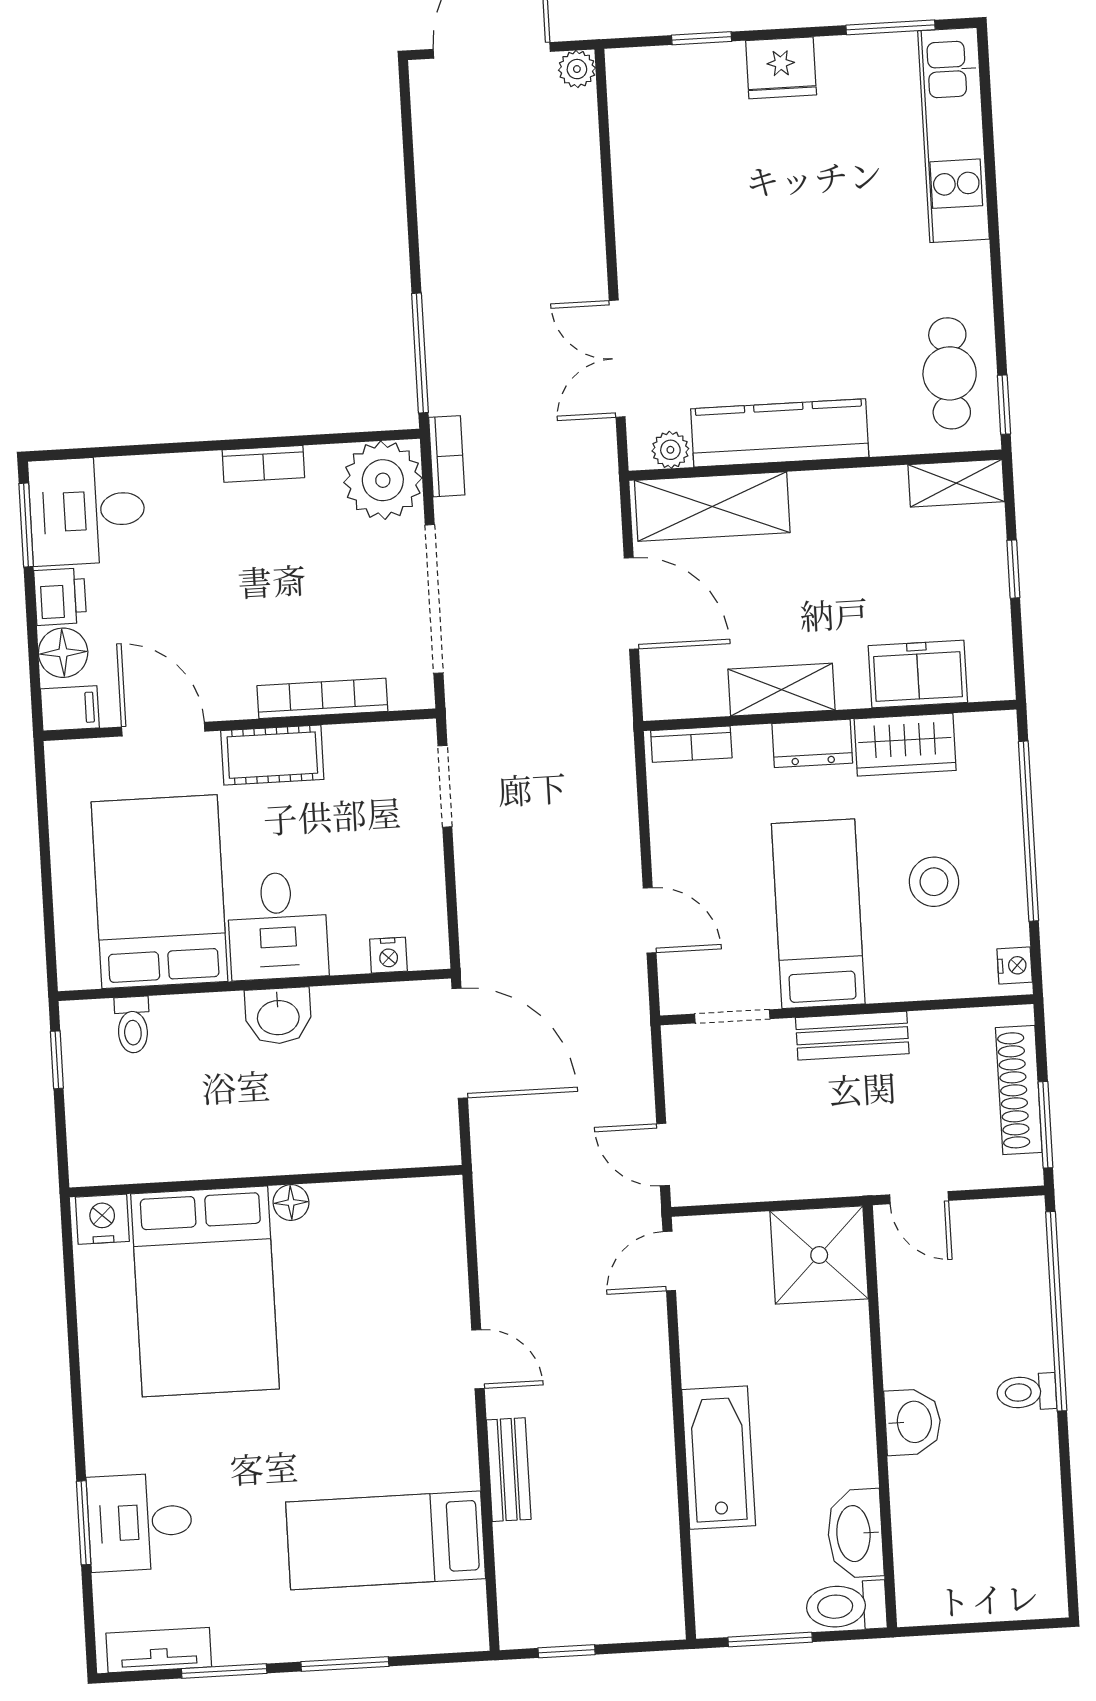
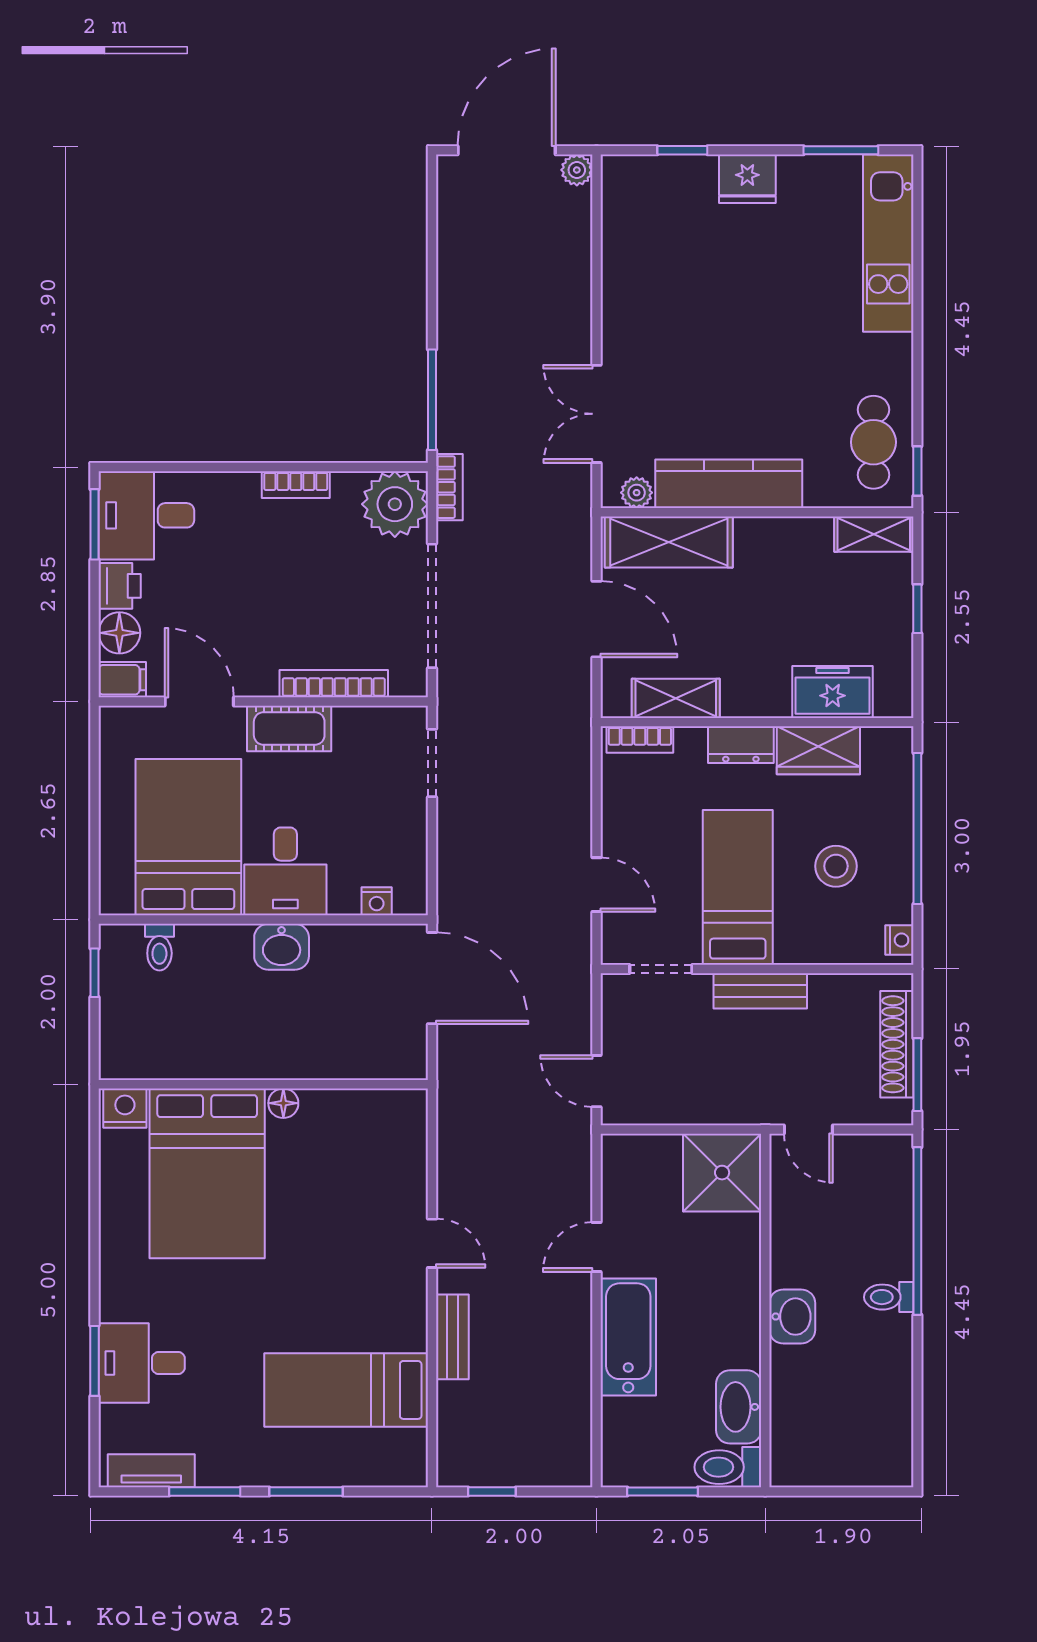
shelving: (781, 690) -> (676, 698), moved
door: (669, 1261) -> (596, 1247), moved

